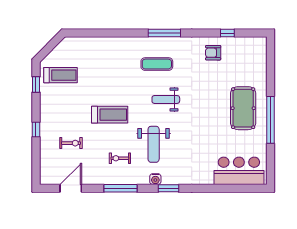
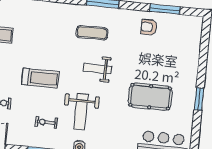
window: (227, 33) -> (165, 9), width x2.17
pool table: (243, 108) -> (150, 97), moved, turned 90
window: (271, 120) -> (199, 99), width x0.47

